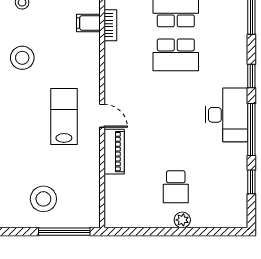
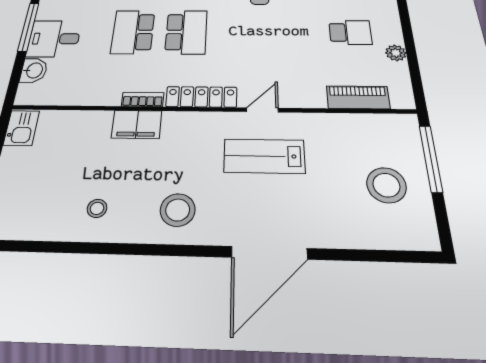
filing cabinet: (88, 23) -> (137, 124), width x2.00
locker: (113, 70) -> (201, 97), added
piano: (114, 152) -> (358, 97), moved
plant: (182, 220) -> (396, 53), moved

